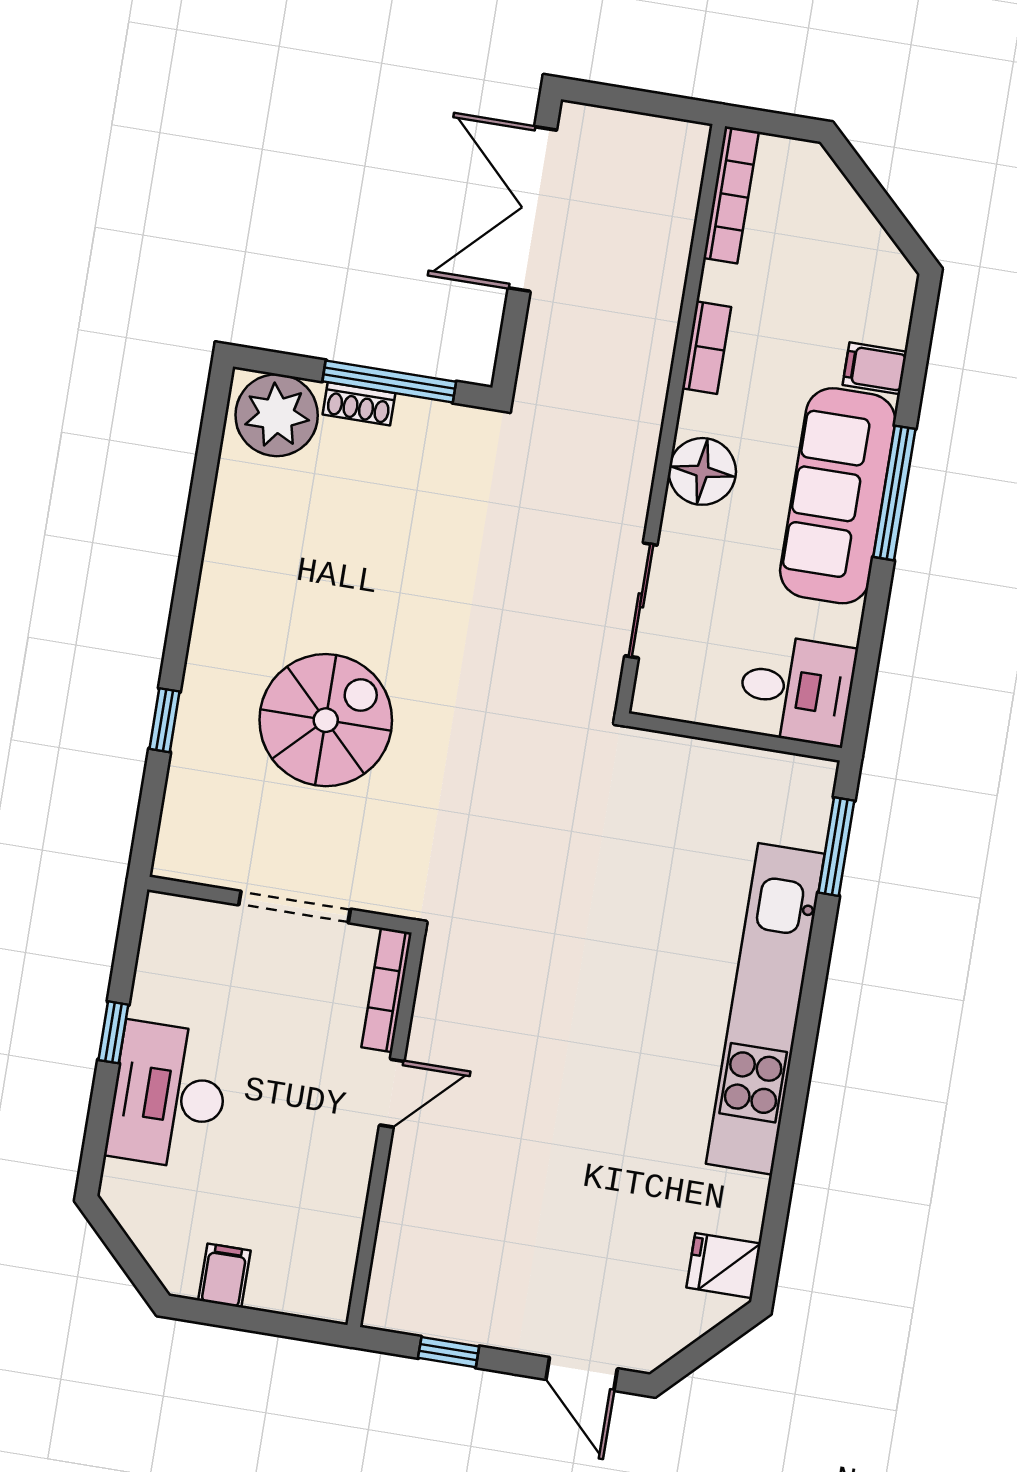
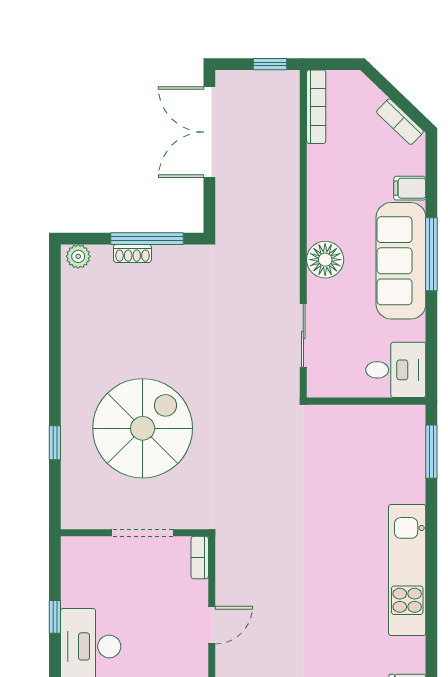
window: (661, 105) -> (270, 64), added
bookcase: (707, 348) -> (400, 122), moved, turned 134
plant: (277, 415) -> (78, 256), width x0.53, depth x0.53
spiral stairs: (326, 720) -> (143, 428), width x1.37, depth x1.37
bookcase: (387, 990) -> (200, 558), width x0.64
kitchen unit: (765, 1009) -> (407, 570), width x0.73

